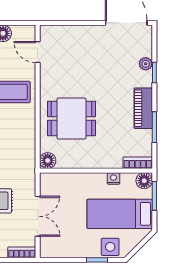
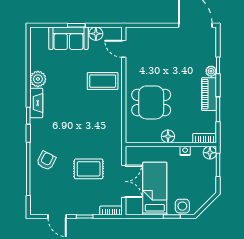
plant: (146, 64) -> (211, 71), moved
floor lamp: (48, 160) -> (168, 136), moved
bed: (120, 214) -> (155, 189), moved, turned 90

